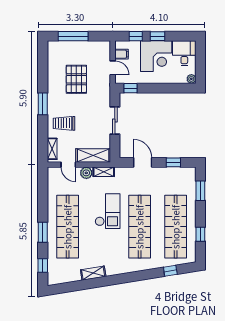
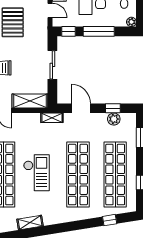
window: (160, 88) -> (99, 31), added
shelving: (104, 172) -> (52, 118), moved
plant: (86, 173) -> (114, 119), moved
checkout: (108, 211) -> (36, 173), moved

